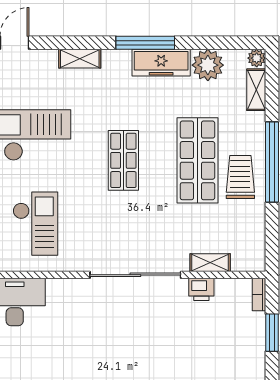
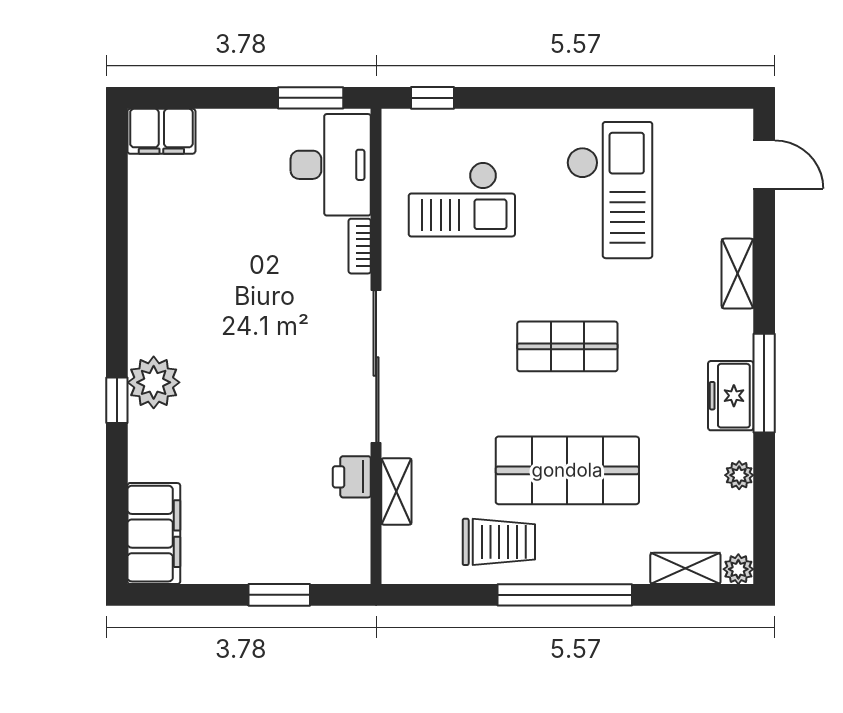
freezer: (161, 63) -> (731, 396), width x0.71
plant: (208, 65) -> (739, 475), width x0.53, depth x0.53
trolley: (240, 177) -> (499, 542), moved
bookcase: (259, 294) -> (360, 246), moved, turned -90

